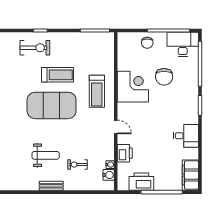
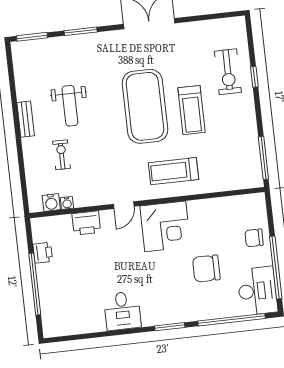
corner desk: (133, 87) -> (165, 226), moved
filing cabinet: (190, 175) -> (65, 324), removed
printer: (141, 182) -> (43, 253), width x0.53, depth x0.68

